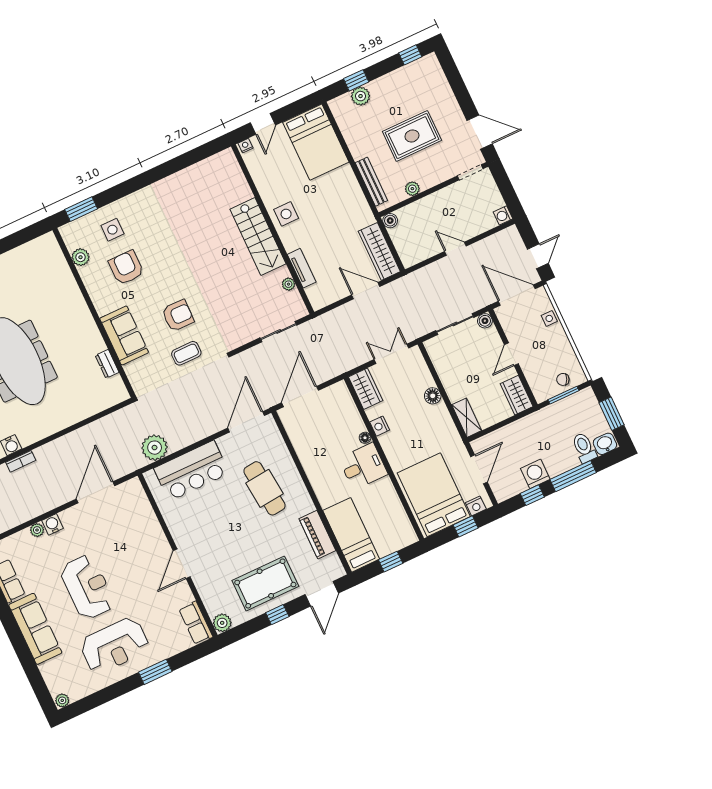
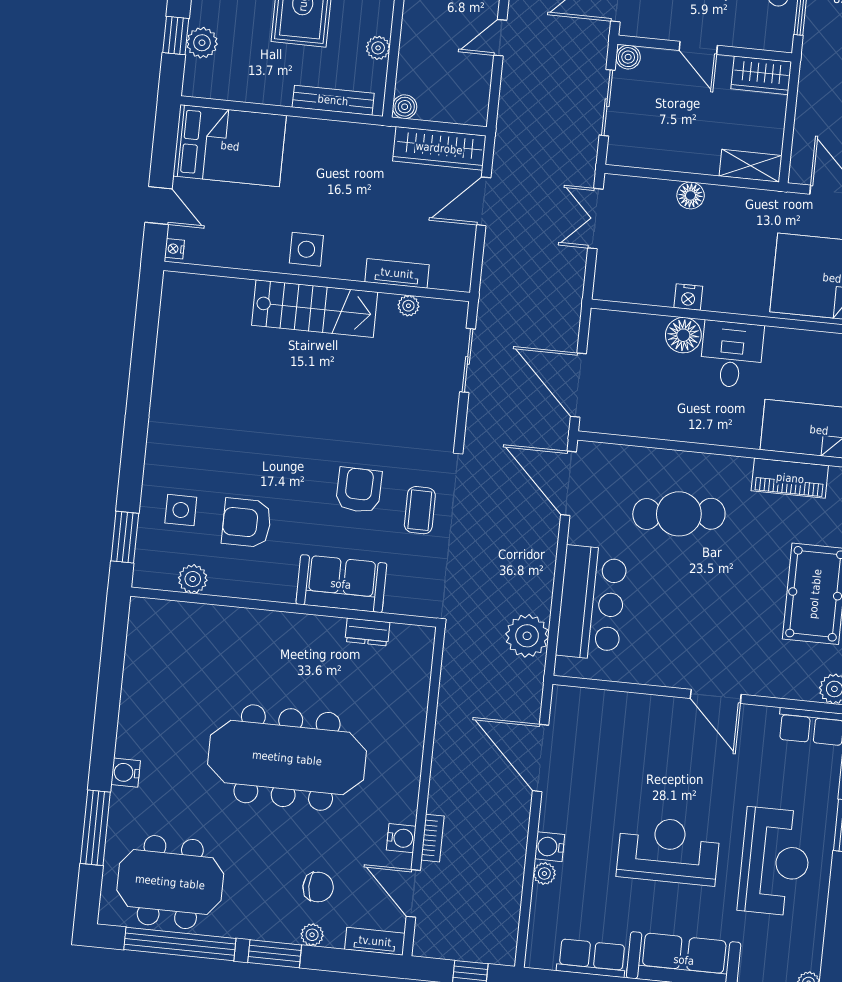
wardrobe: (366, 389) -> (623, 285), removed
floor lamp: (365, 438) -> (683, 335), width x1.89, depth x1.89

